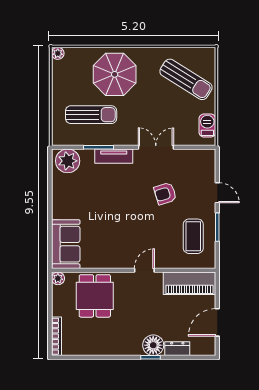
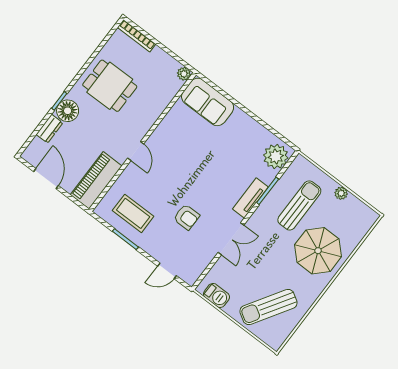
plant: (58, 53) -> (341, 193), moved
sun lounger: (91, 115) -> (299, 205), turned 180
door: (217, 193) -> (167, 271), moved
armchair: (165, 194) -> (186, 217), turned 107
dining table: (95, 296) -> (110, 86), moved

